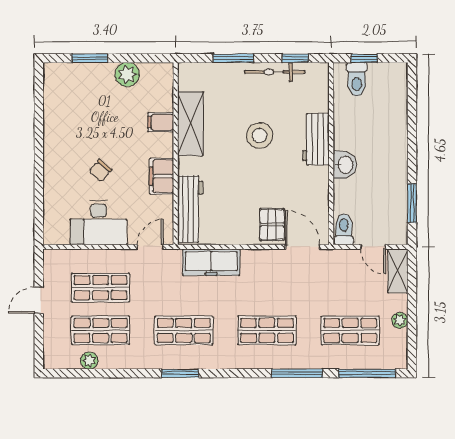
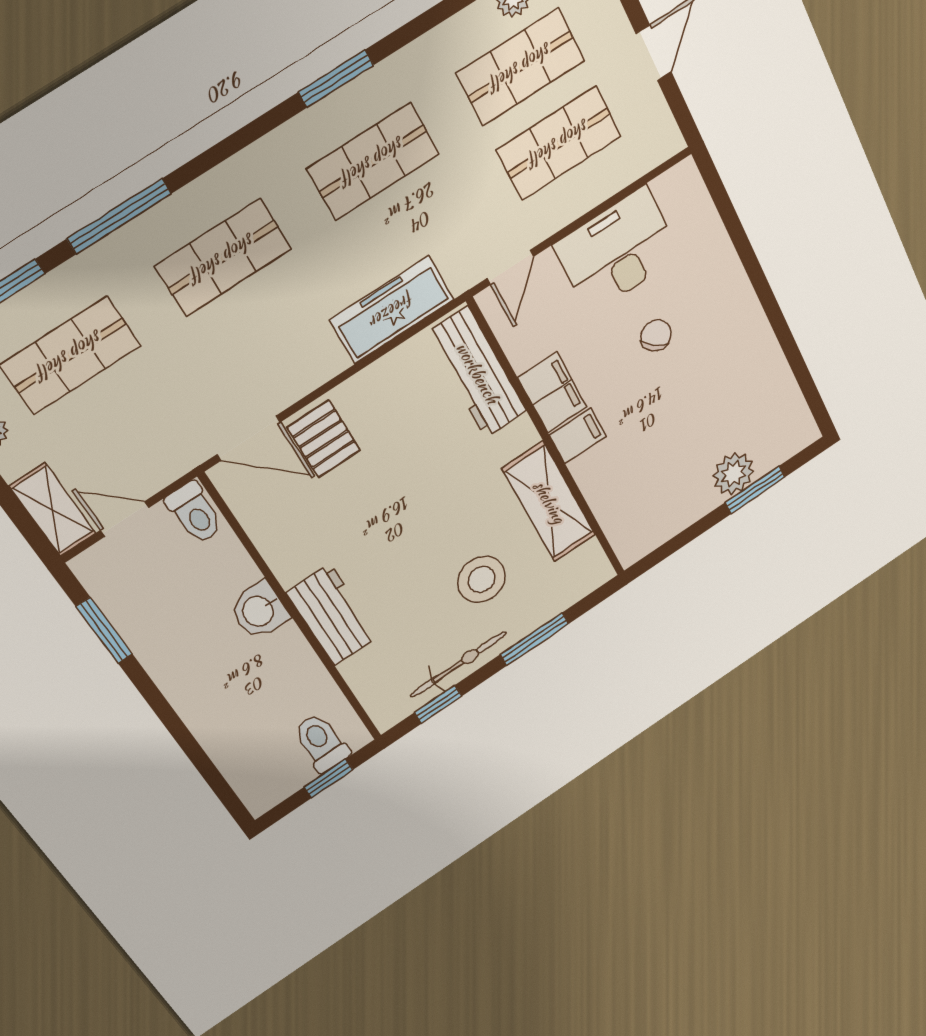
plant: (127, 74) -> (734, 474), moved
filing cabinet: (161, 122) -> (578, 436), moved
stool: (260, 136) -> (482, 579), moved

